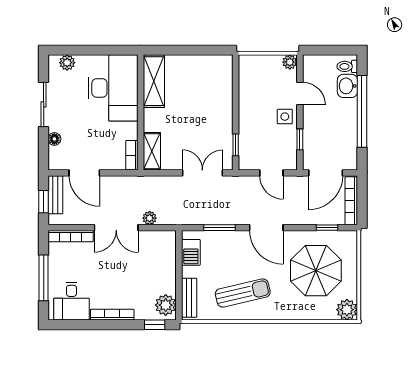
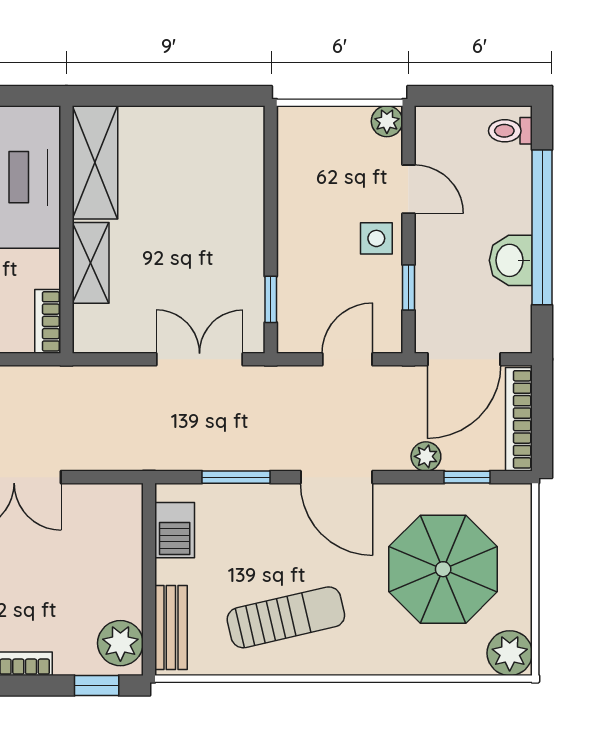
washbasin: (347, 86) -> (511, 260), moved
shelving: (152, 151) -> (91, 263), moved
door: (271, 173) -> (347, 359), swing flipped
plant: (150, 218) -> (426, 456), moved

